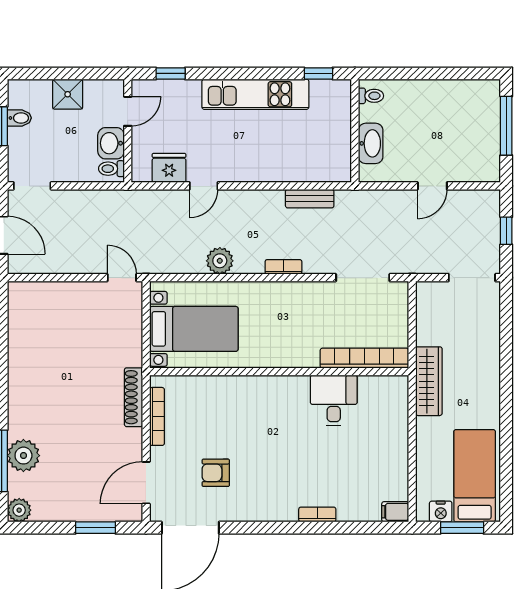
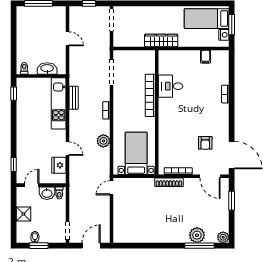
kitchen unit: (255, 94) -> (59, 103), moved, turned 180
door: (128, 111) -> (32, 185), hinge flipped
bookcase: (364, 358) -> (150, 95), moved
filing cabinet: (395, 512) -> (206, 57), moved

